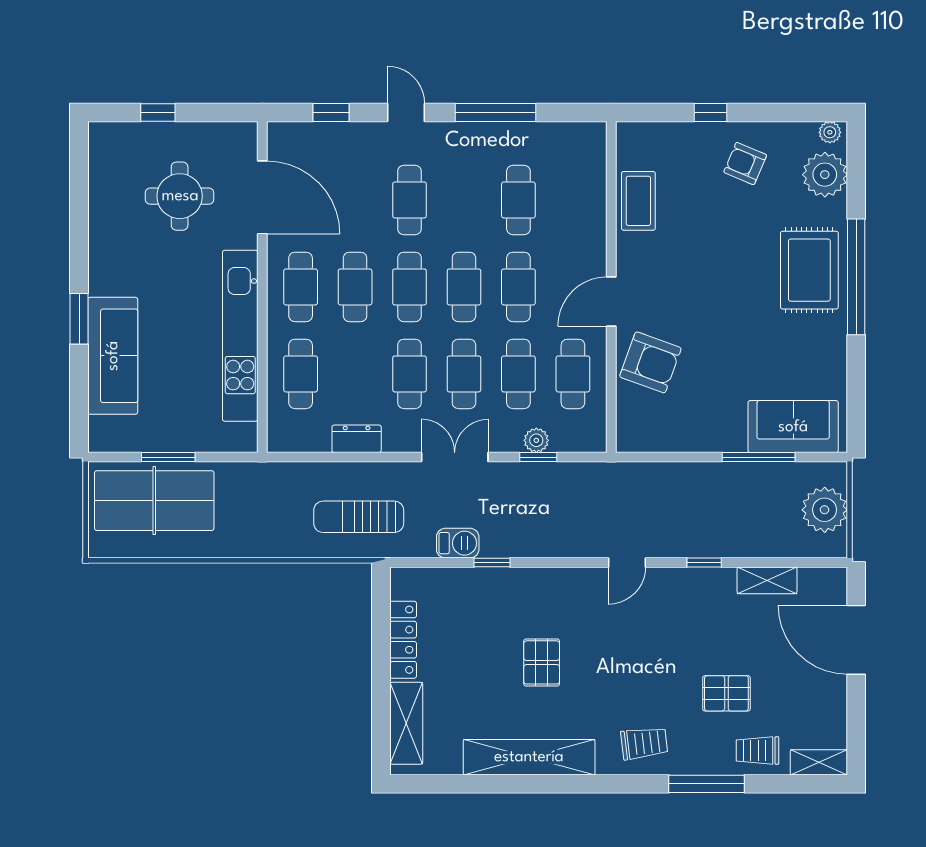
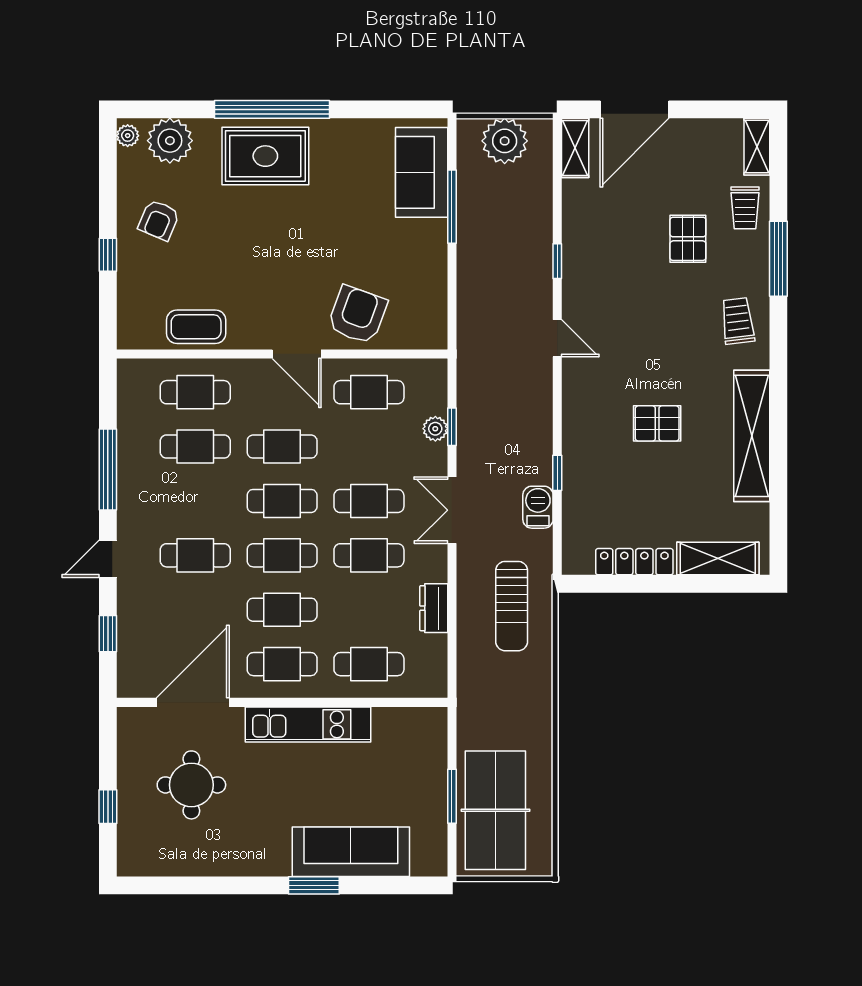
kitchen unit: (240, 336) -> (308, 724), width x0.73
cafe table: (518, 374) -> (195, 392), moved
shelving: (767, 580) -> (575, 148), moved

